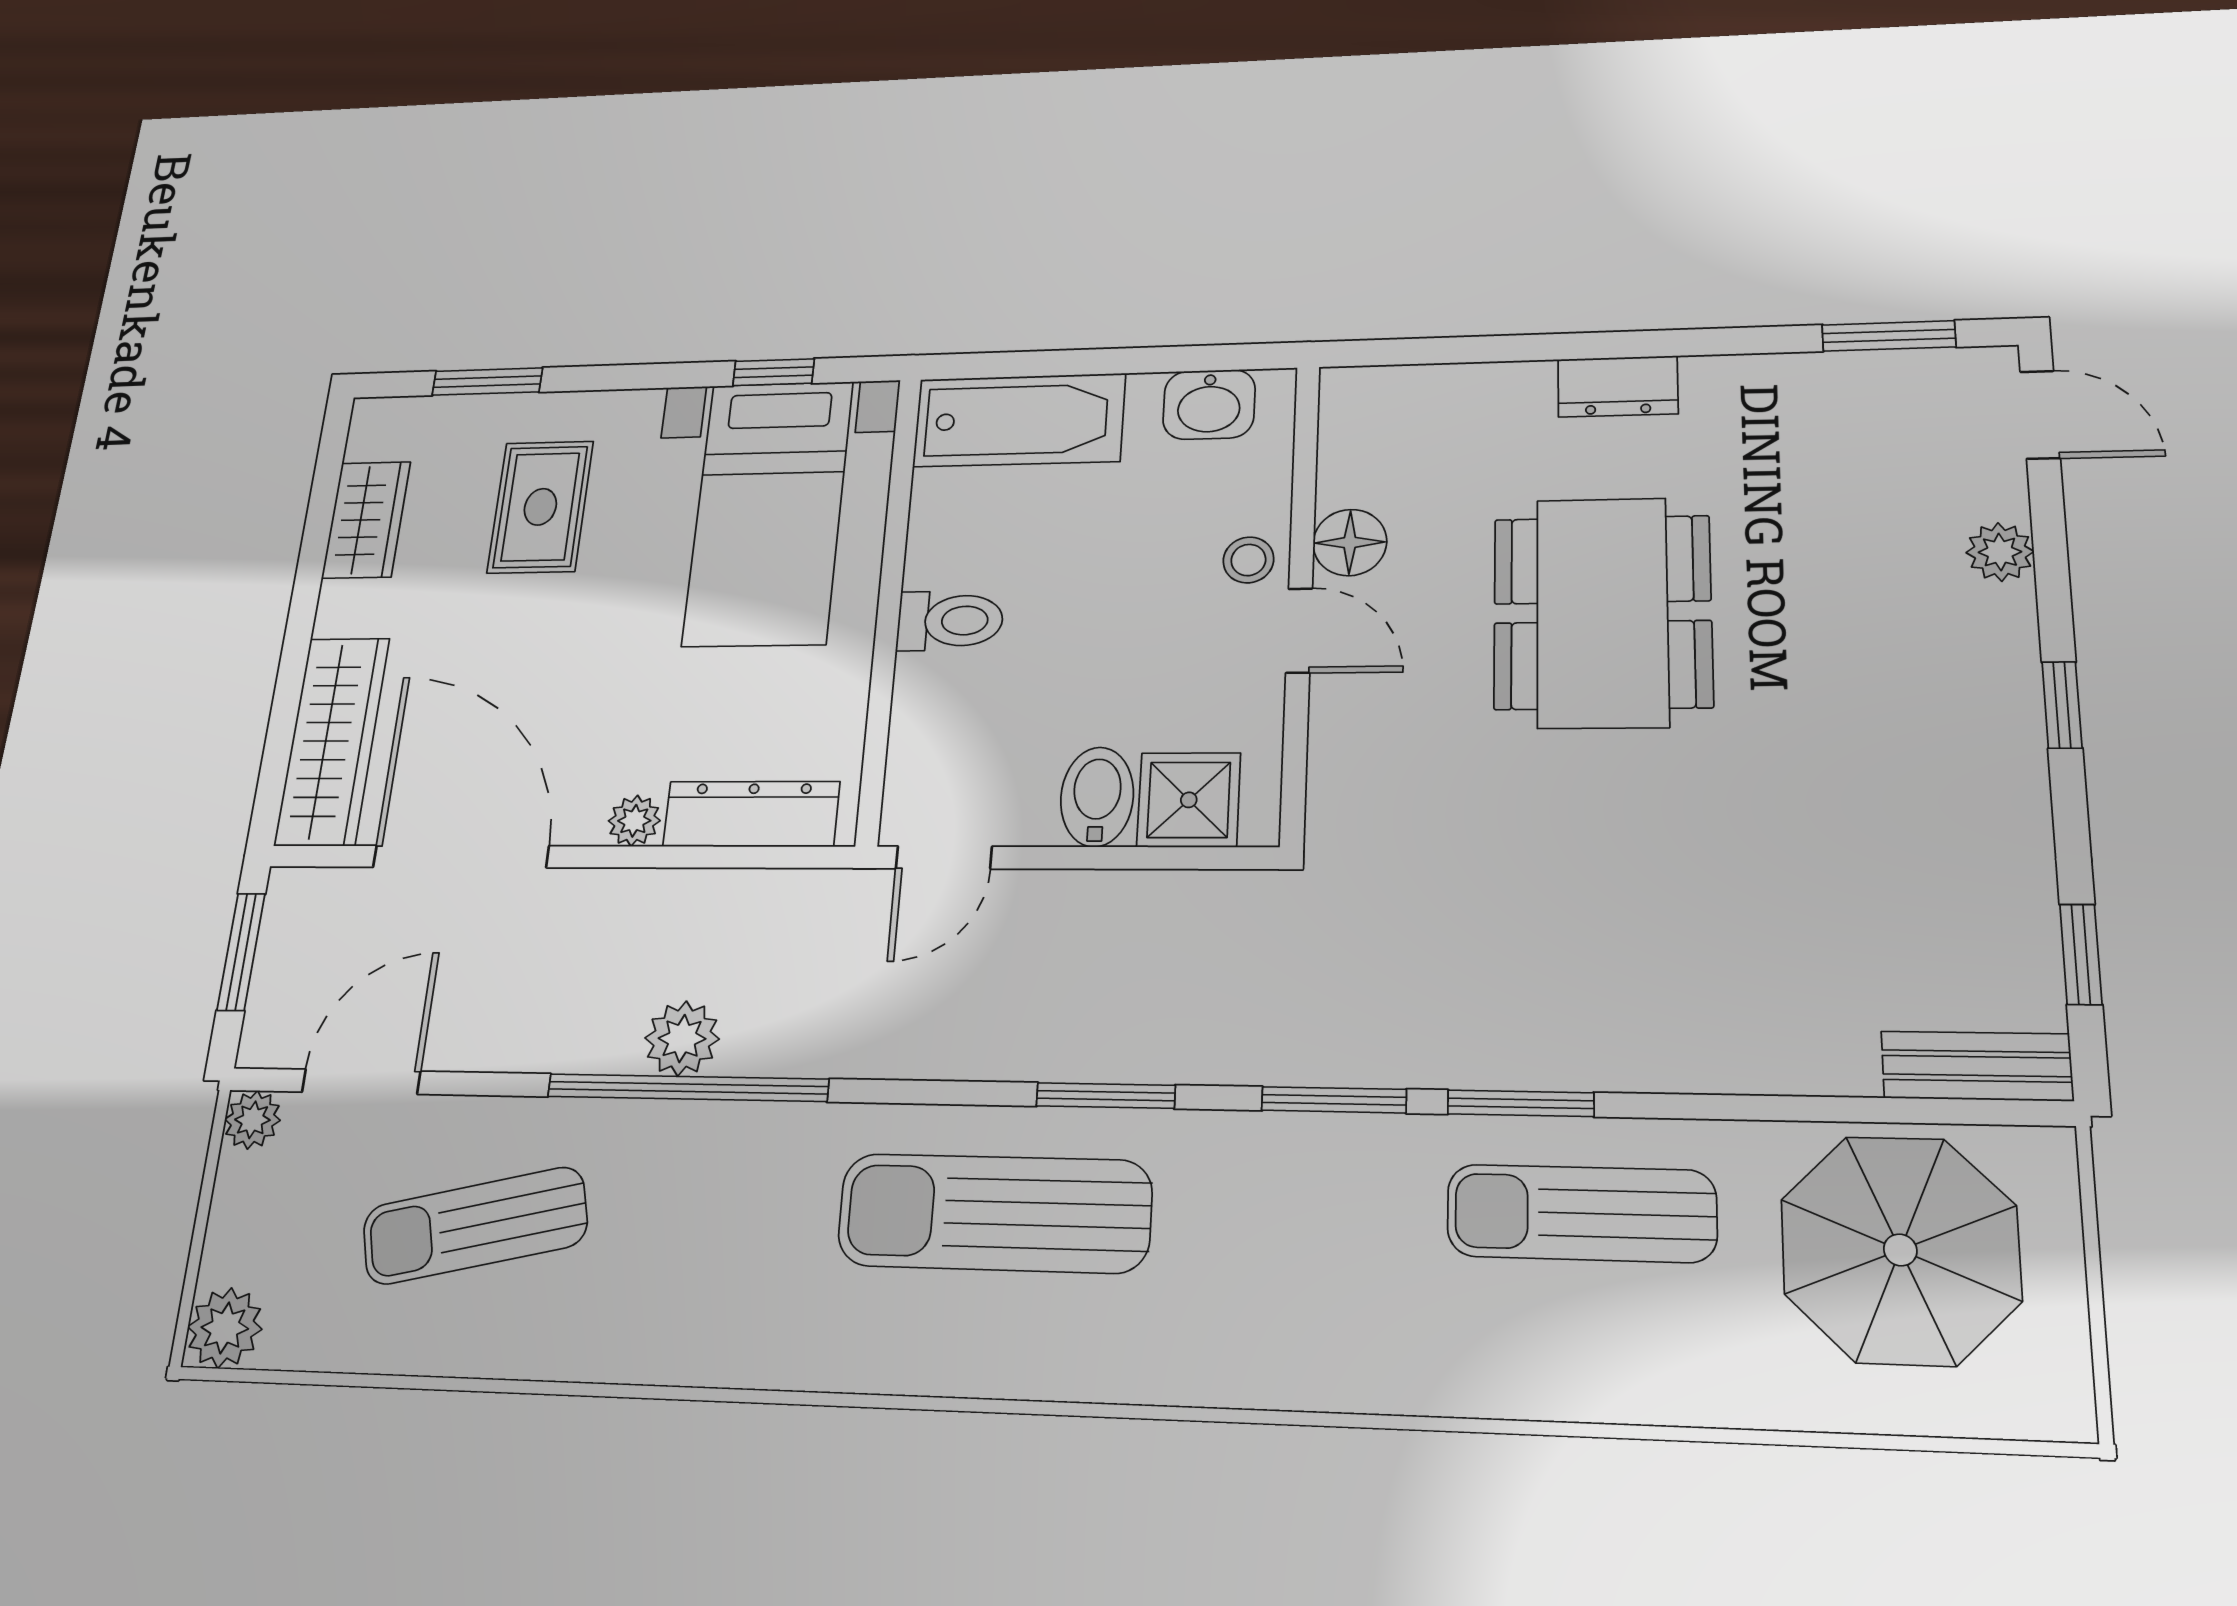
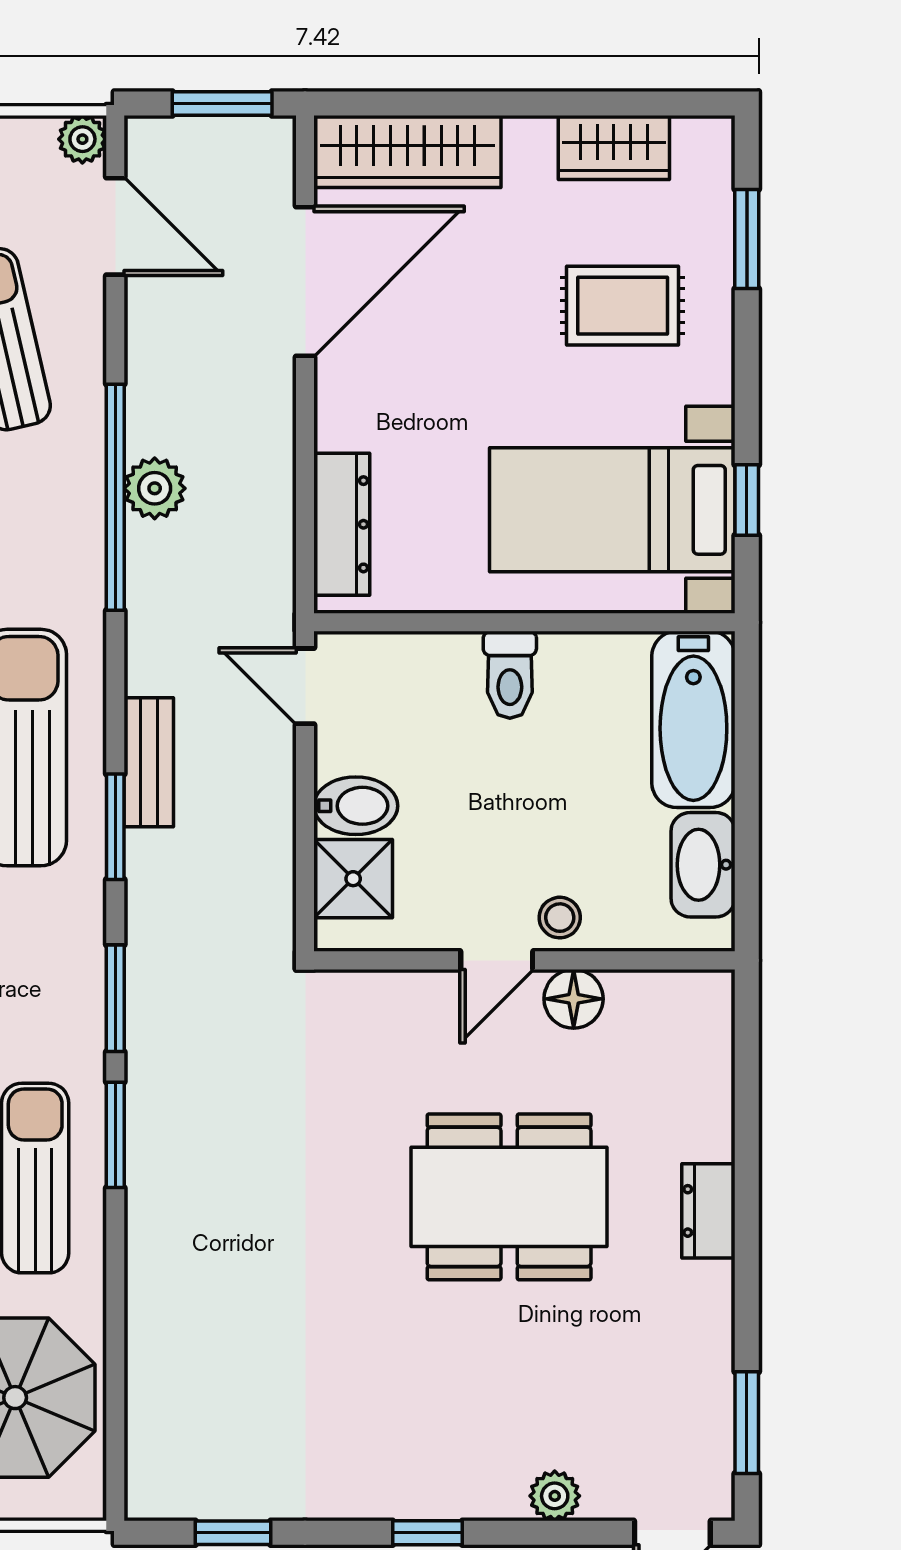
washbasin: (1209, 404) -> (703, 865), width x1.38
plant: (634, 821) -> (336, 426), removed
bench: (1977, 1066) -> (149, 762), moved

